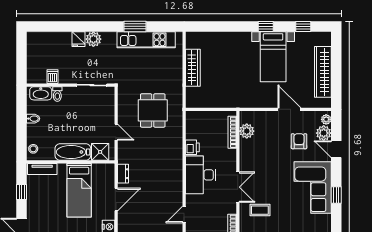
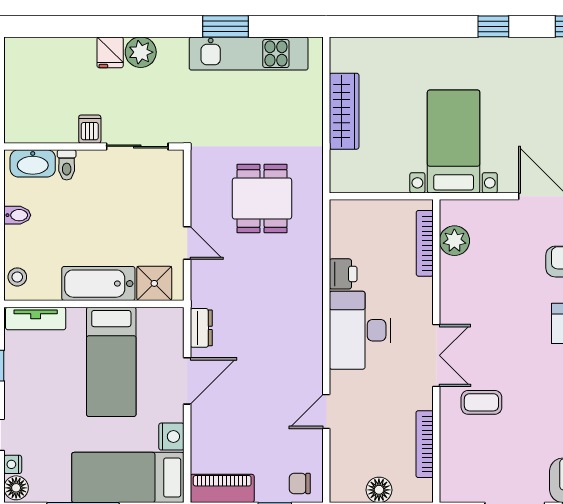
bed with nightstands: (273, 57) -> (454, 142), moved, turned 180
dishwasher: (52, 77) -> (90, 129), moved

